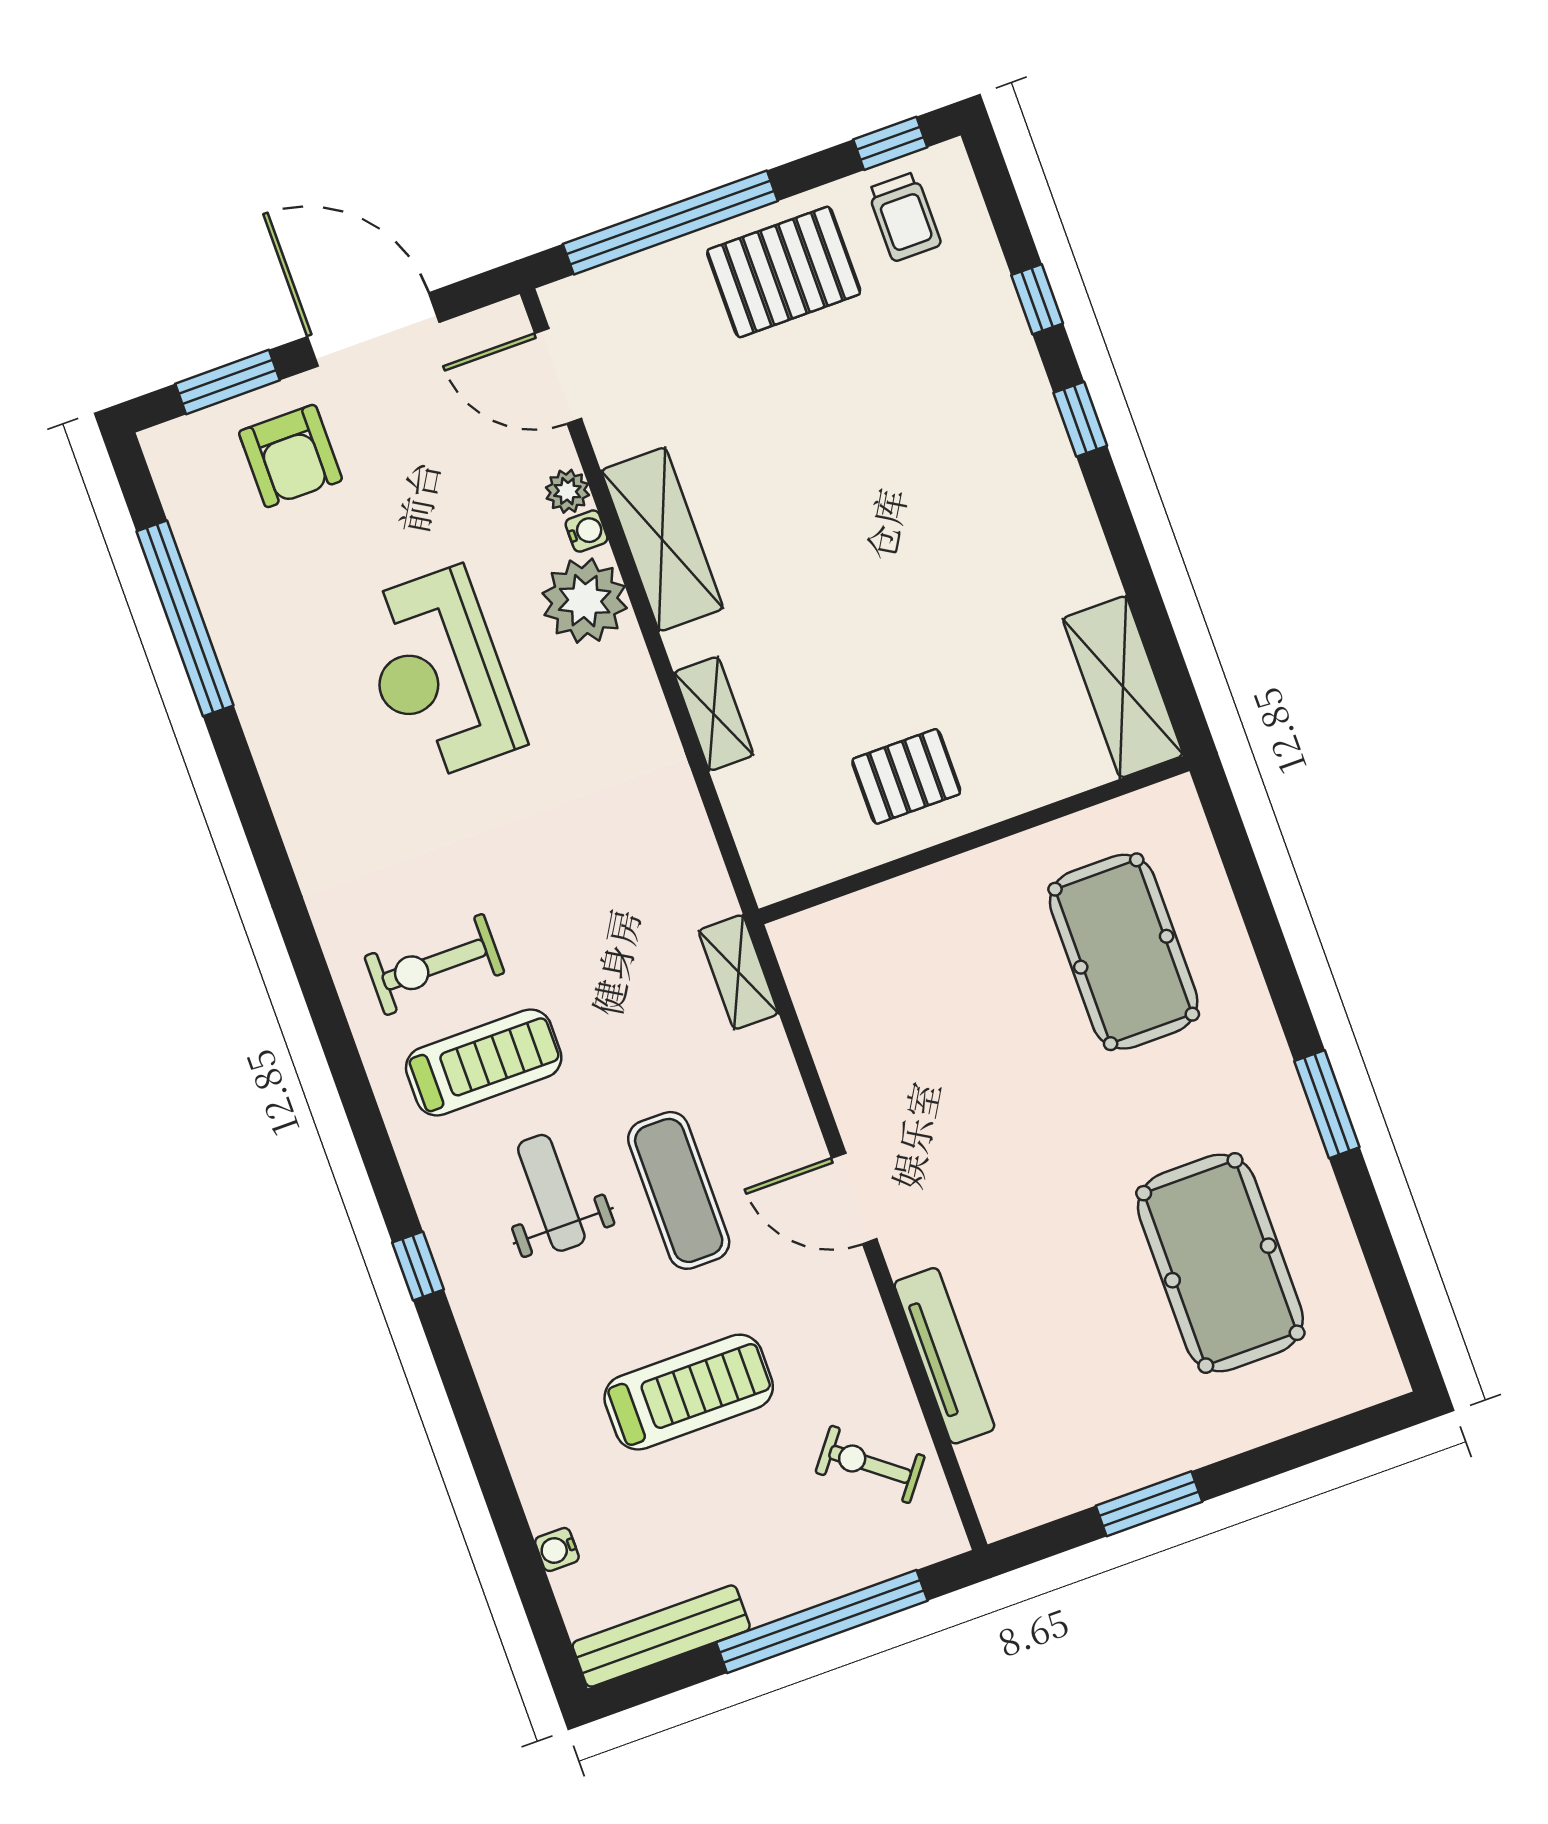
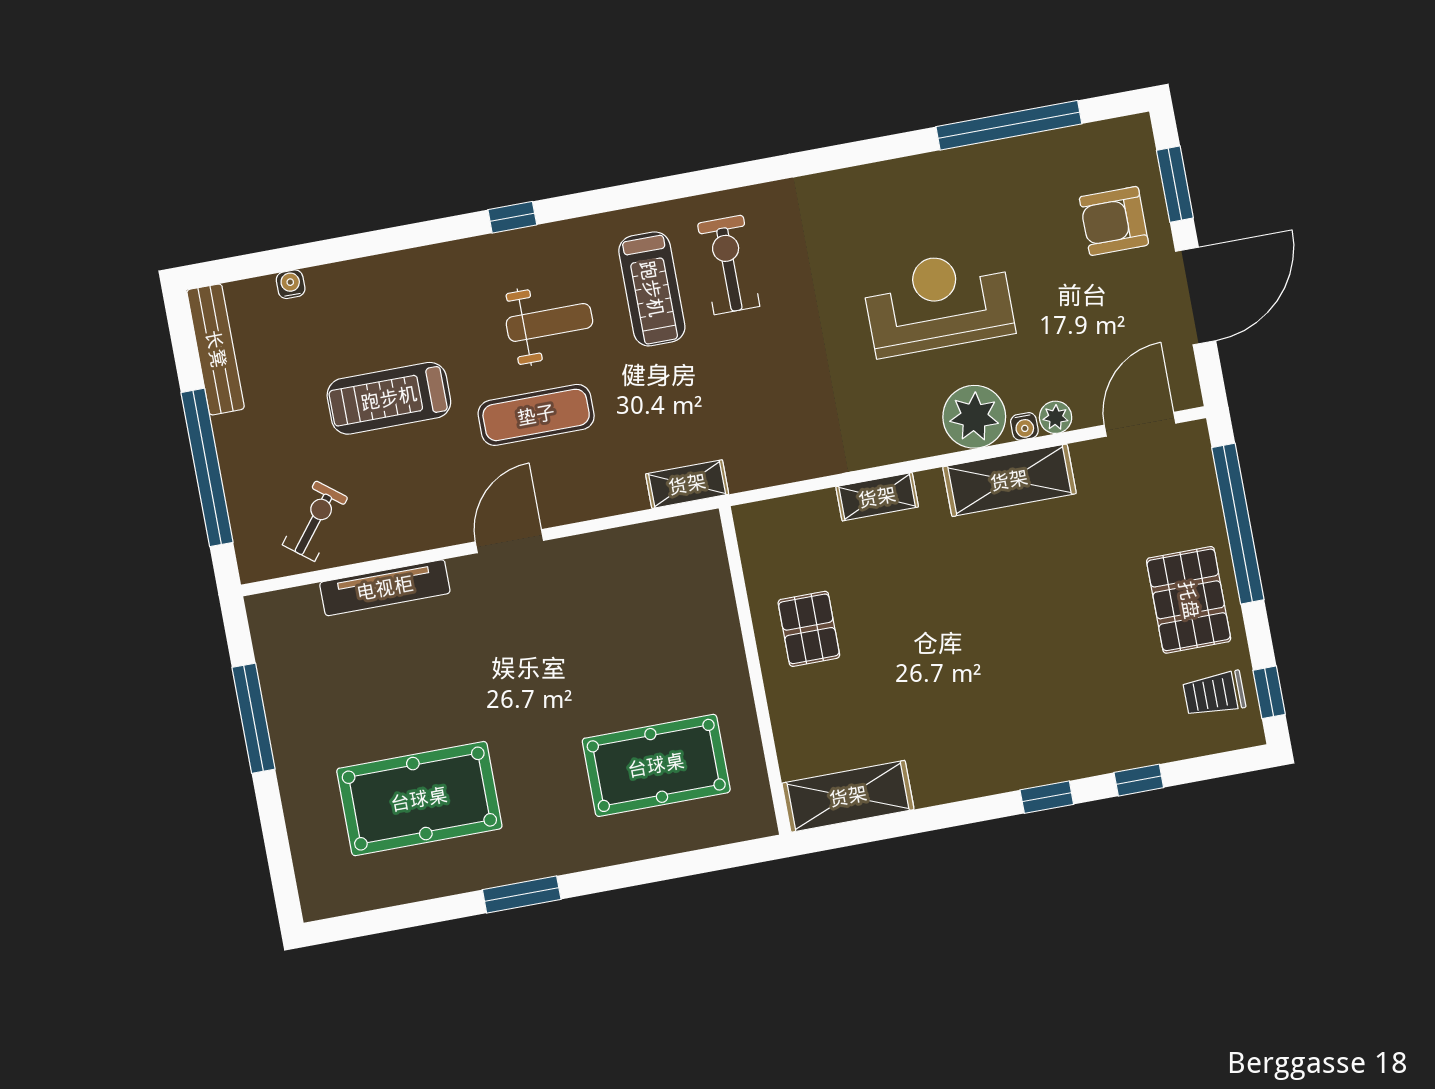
treadmill: (689, 1392) -> (389, 398), turned 90
window: (1149, 1504) -> (254, 718), width x1.44

